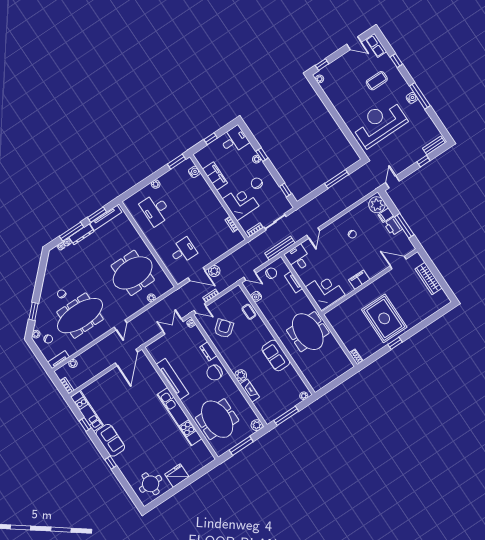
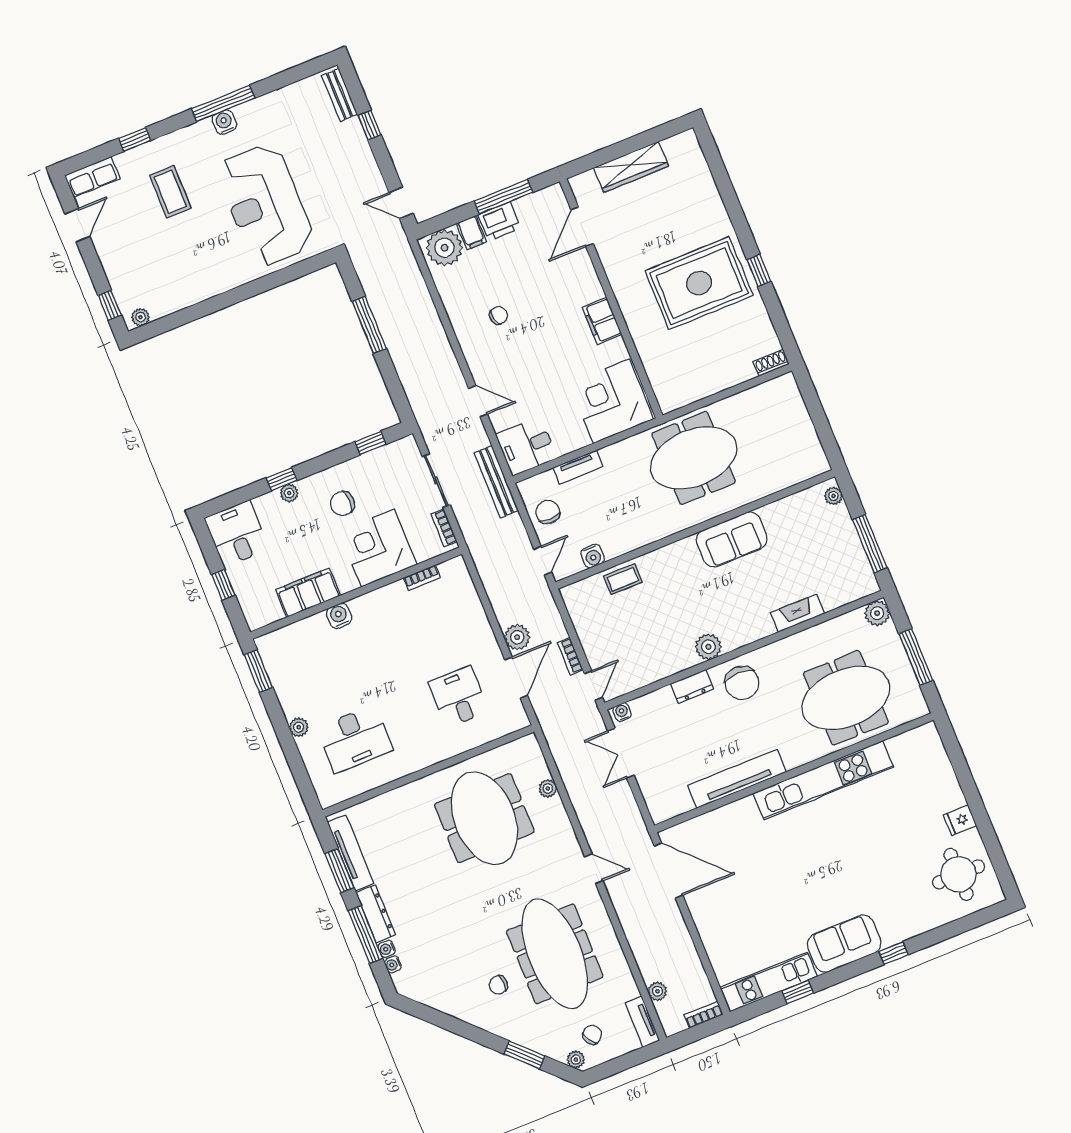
water cooler: (194, 172) -> (339, 616), moved
armchair: (224, 328) -> (649, 642), removed
plant: (241, 375) -> (708, 647), moved
fridge: (177, 476) -> (960, 820), width x0.53, depth x0.75

